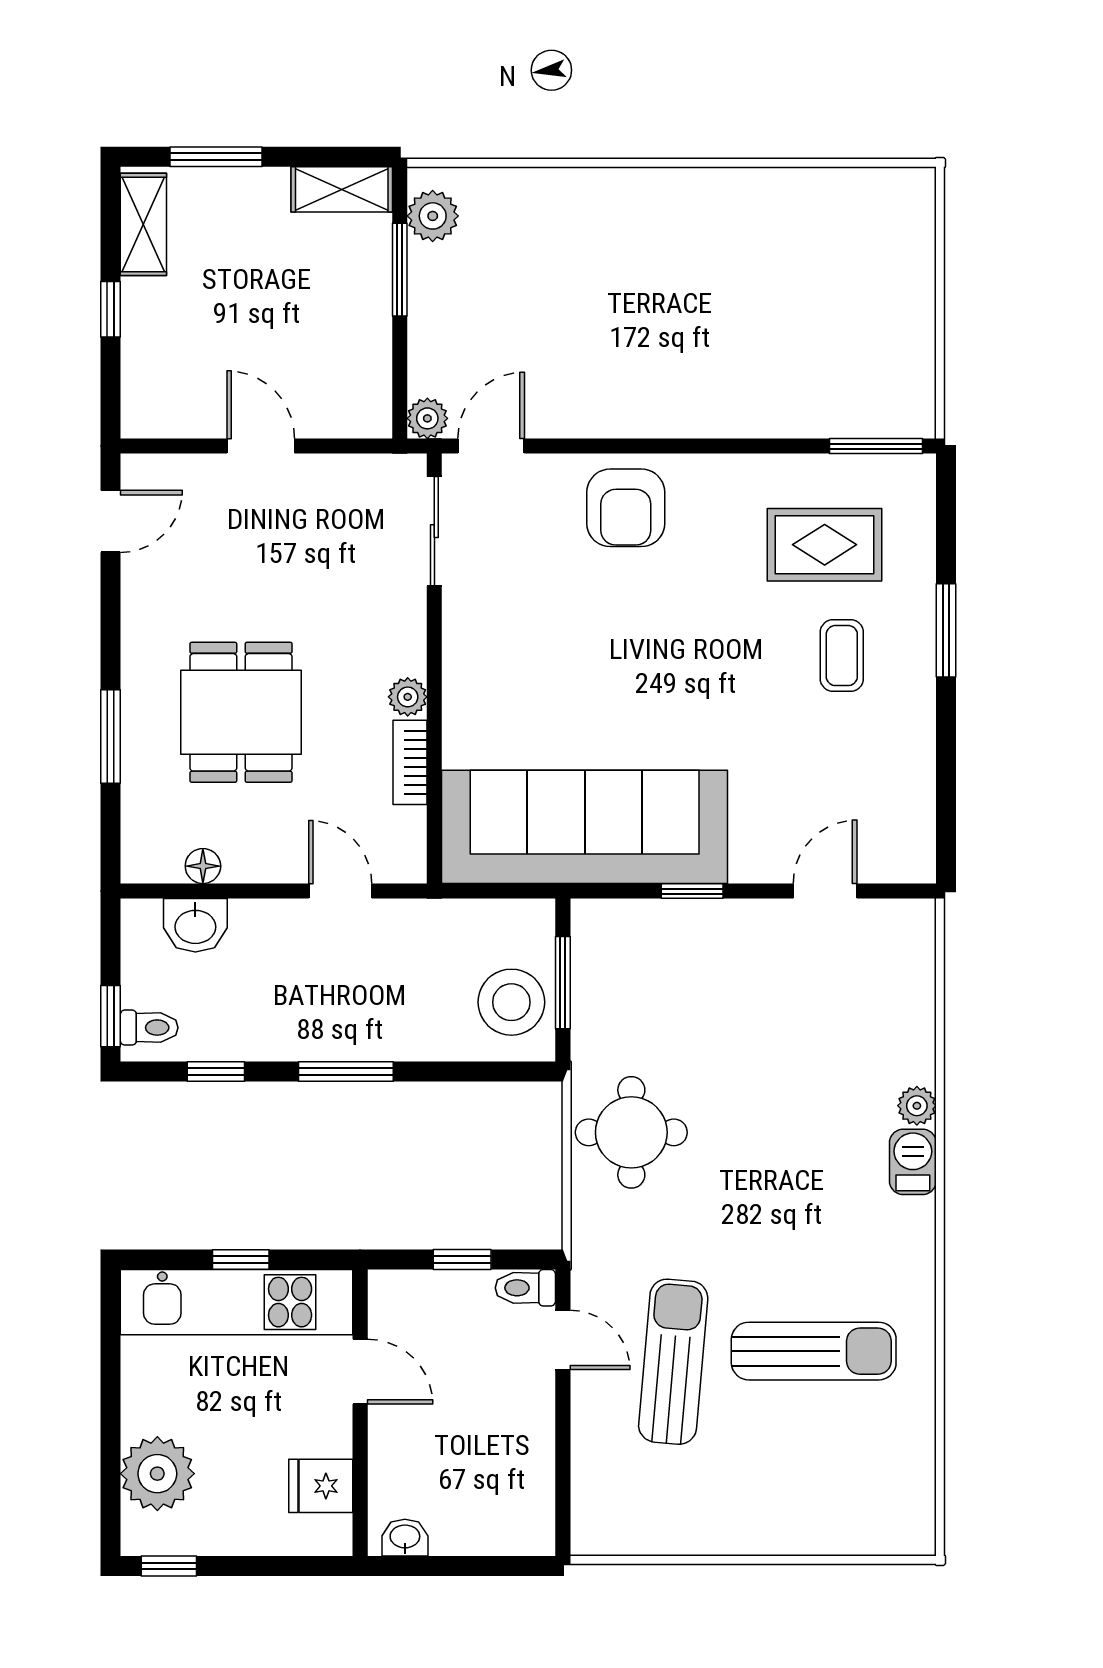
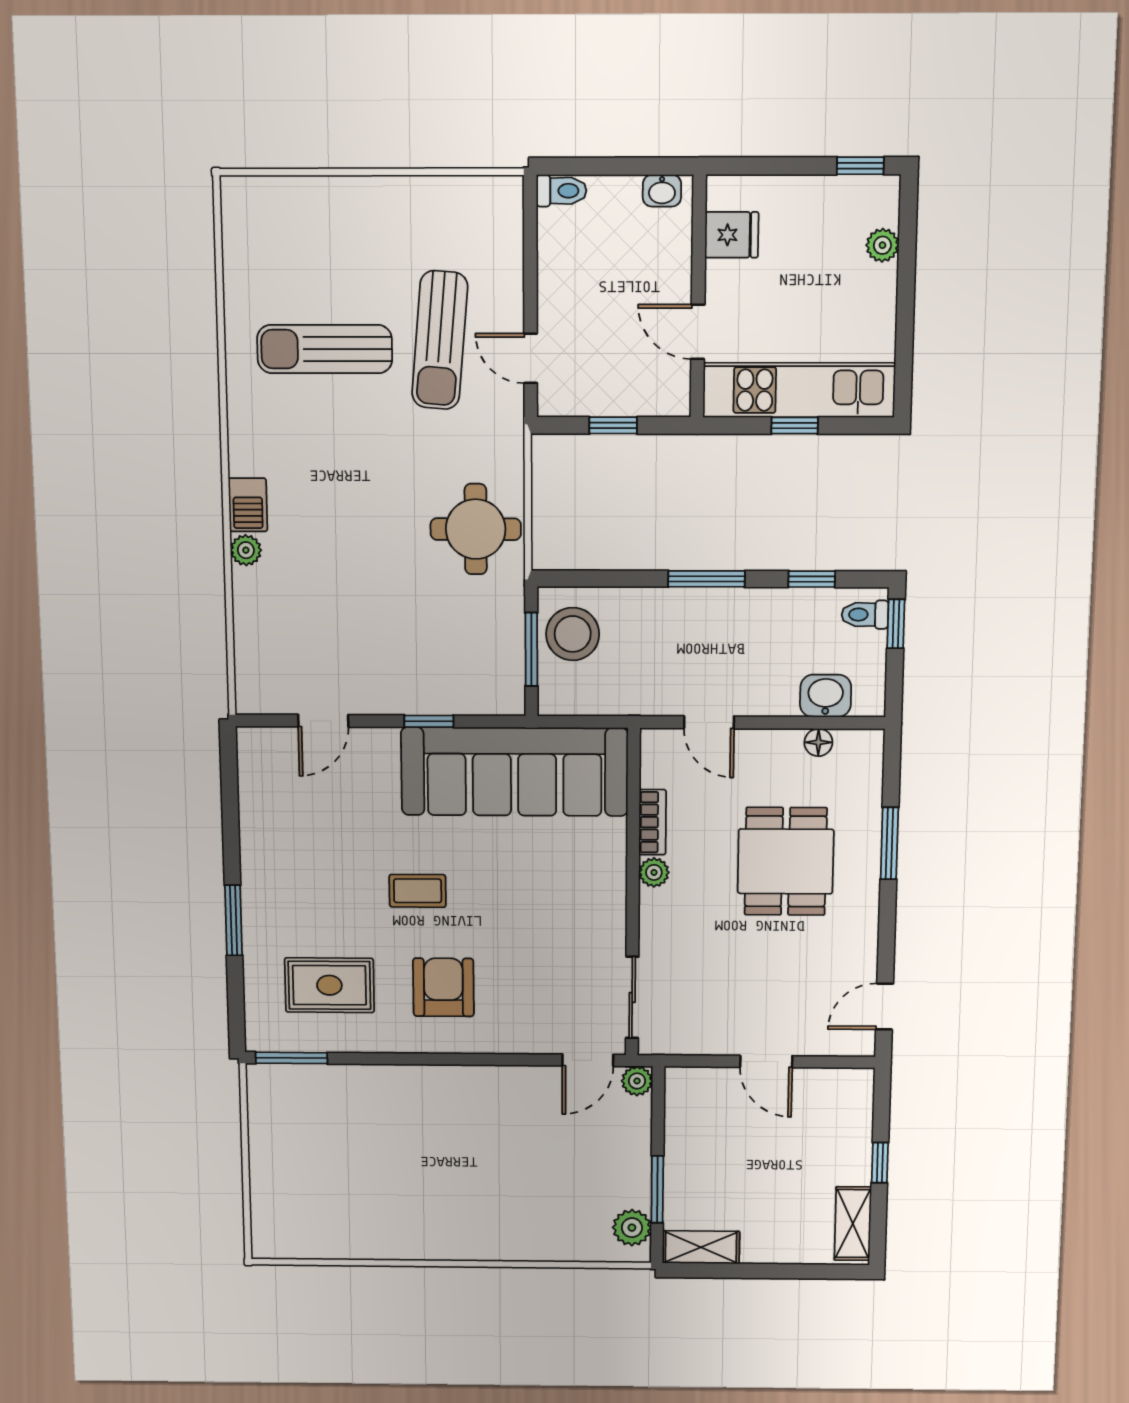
window: (216, 157) -> (796, 1271), removed
armchair: (626, 508) -> (443, 987), moved
coffee table: (842, 656) -> (418, 891), moved, turned 90
toilet: (525, 1288) -> (561, 191), moved
plant: (157, 1474) -> (882, 245), width x0.53, depth x0.53

